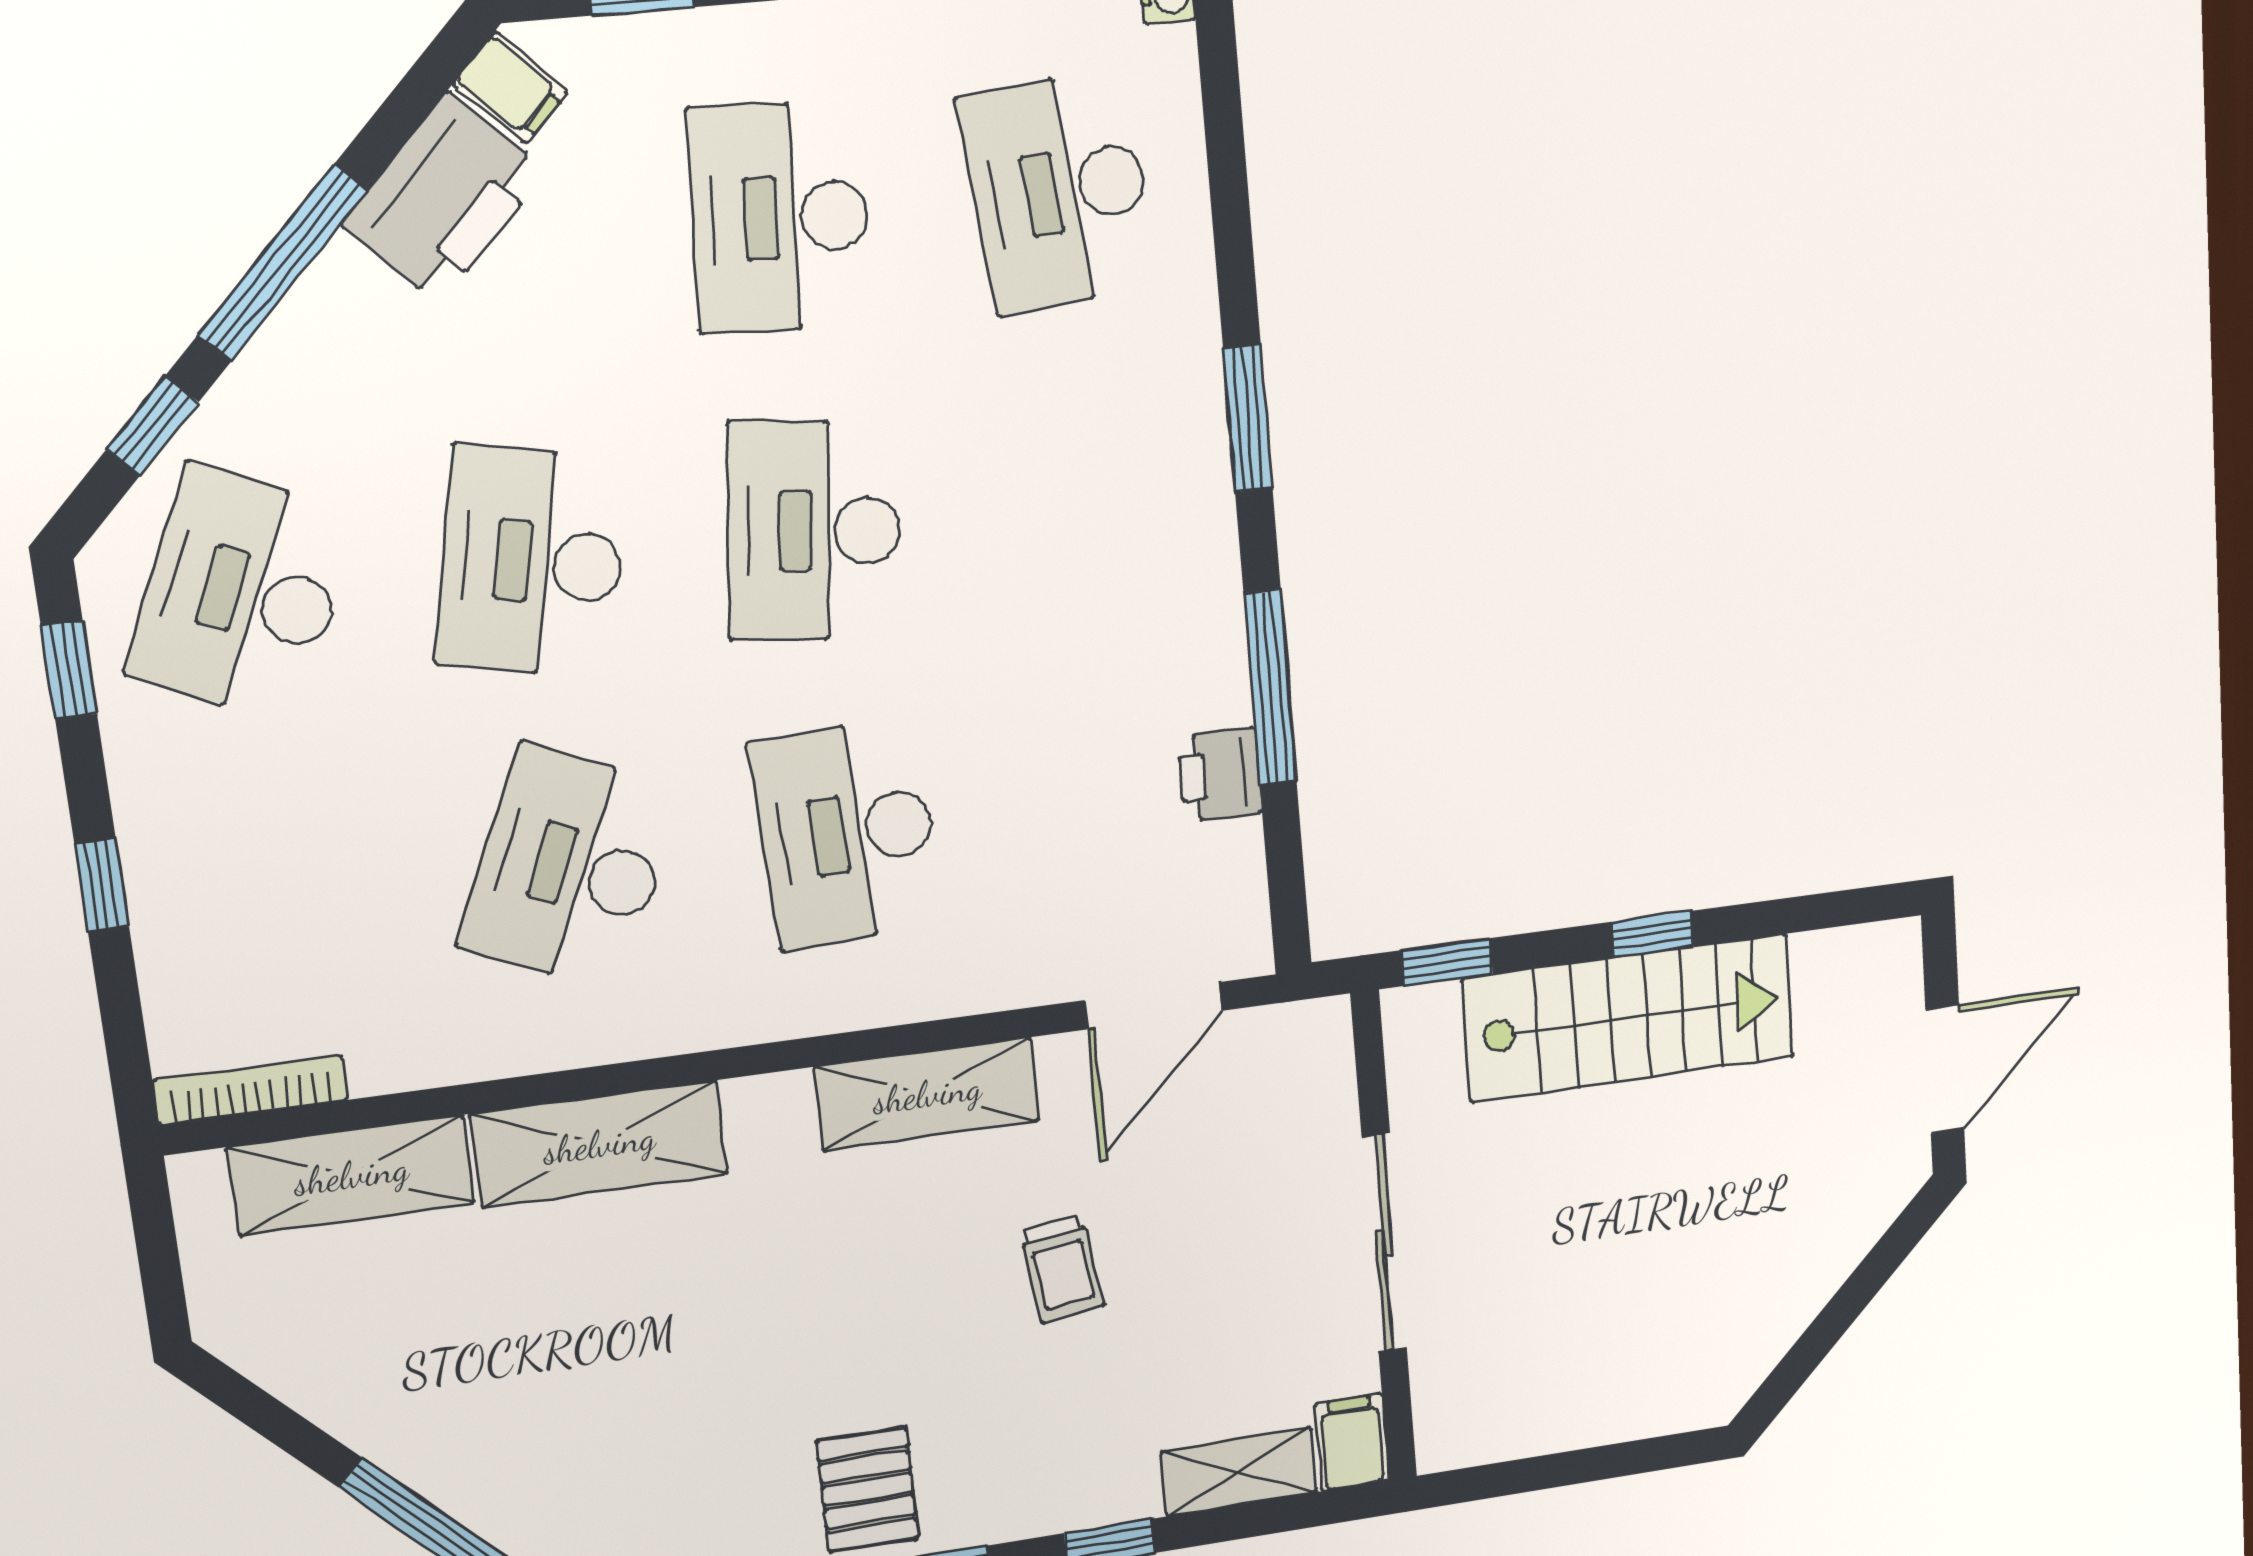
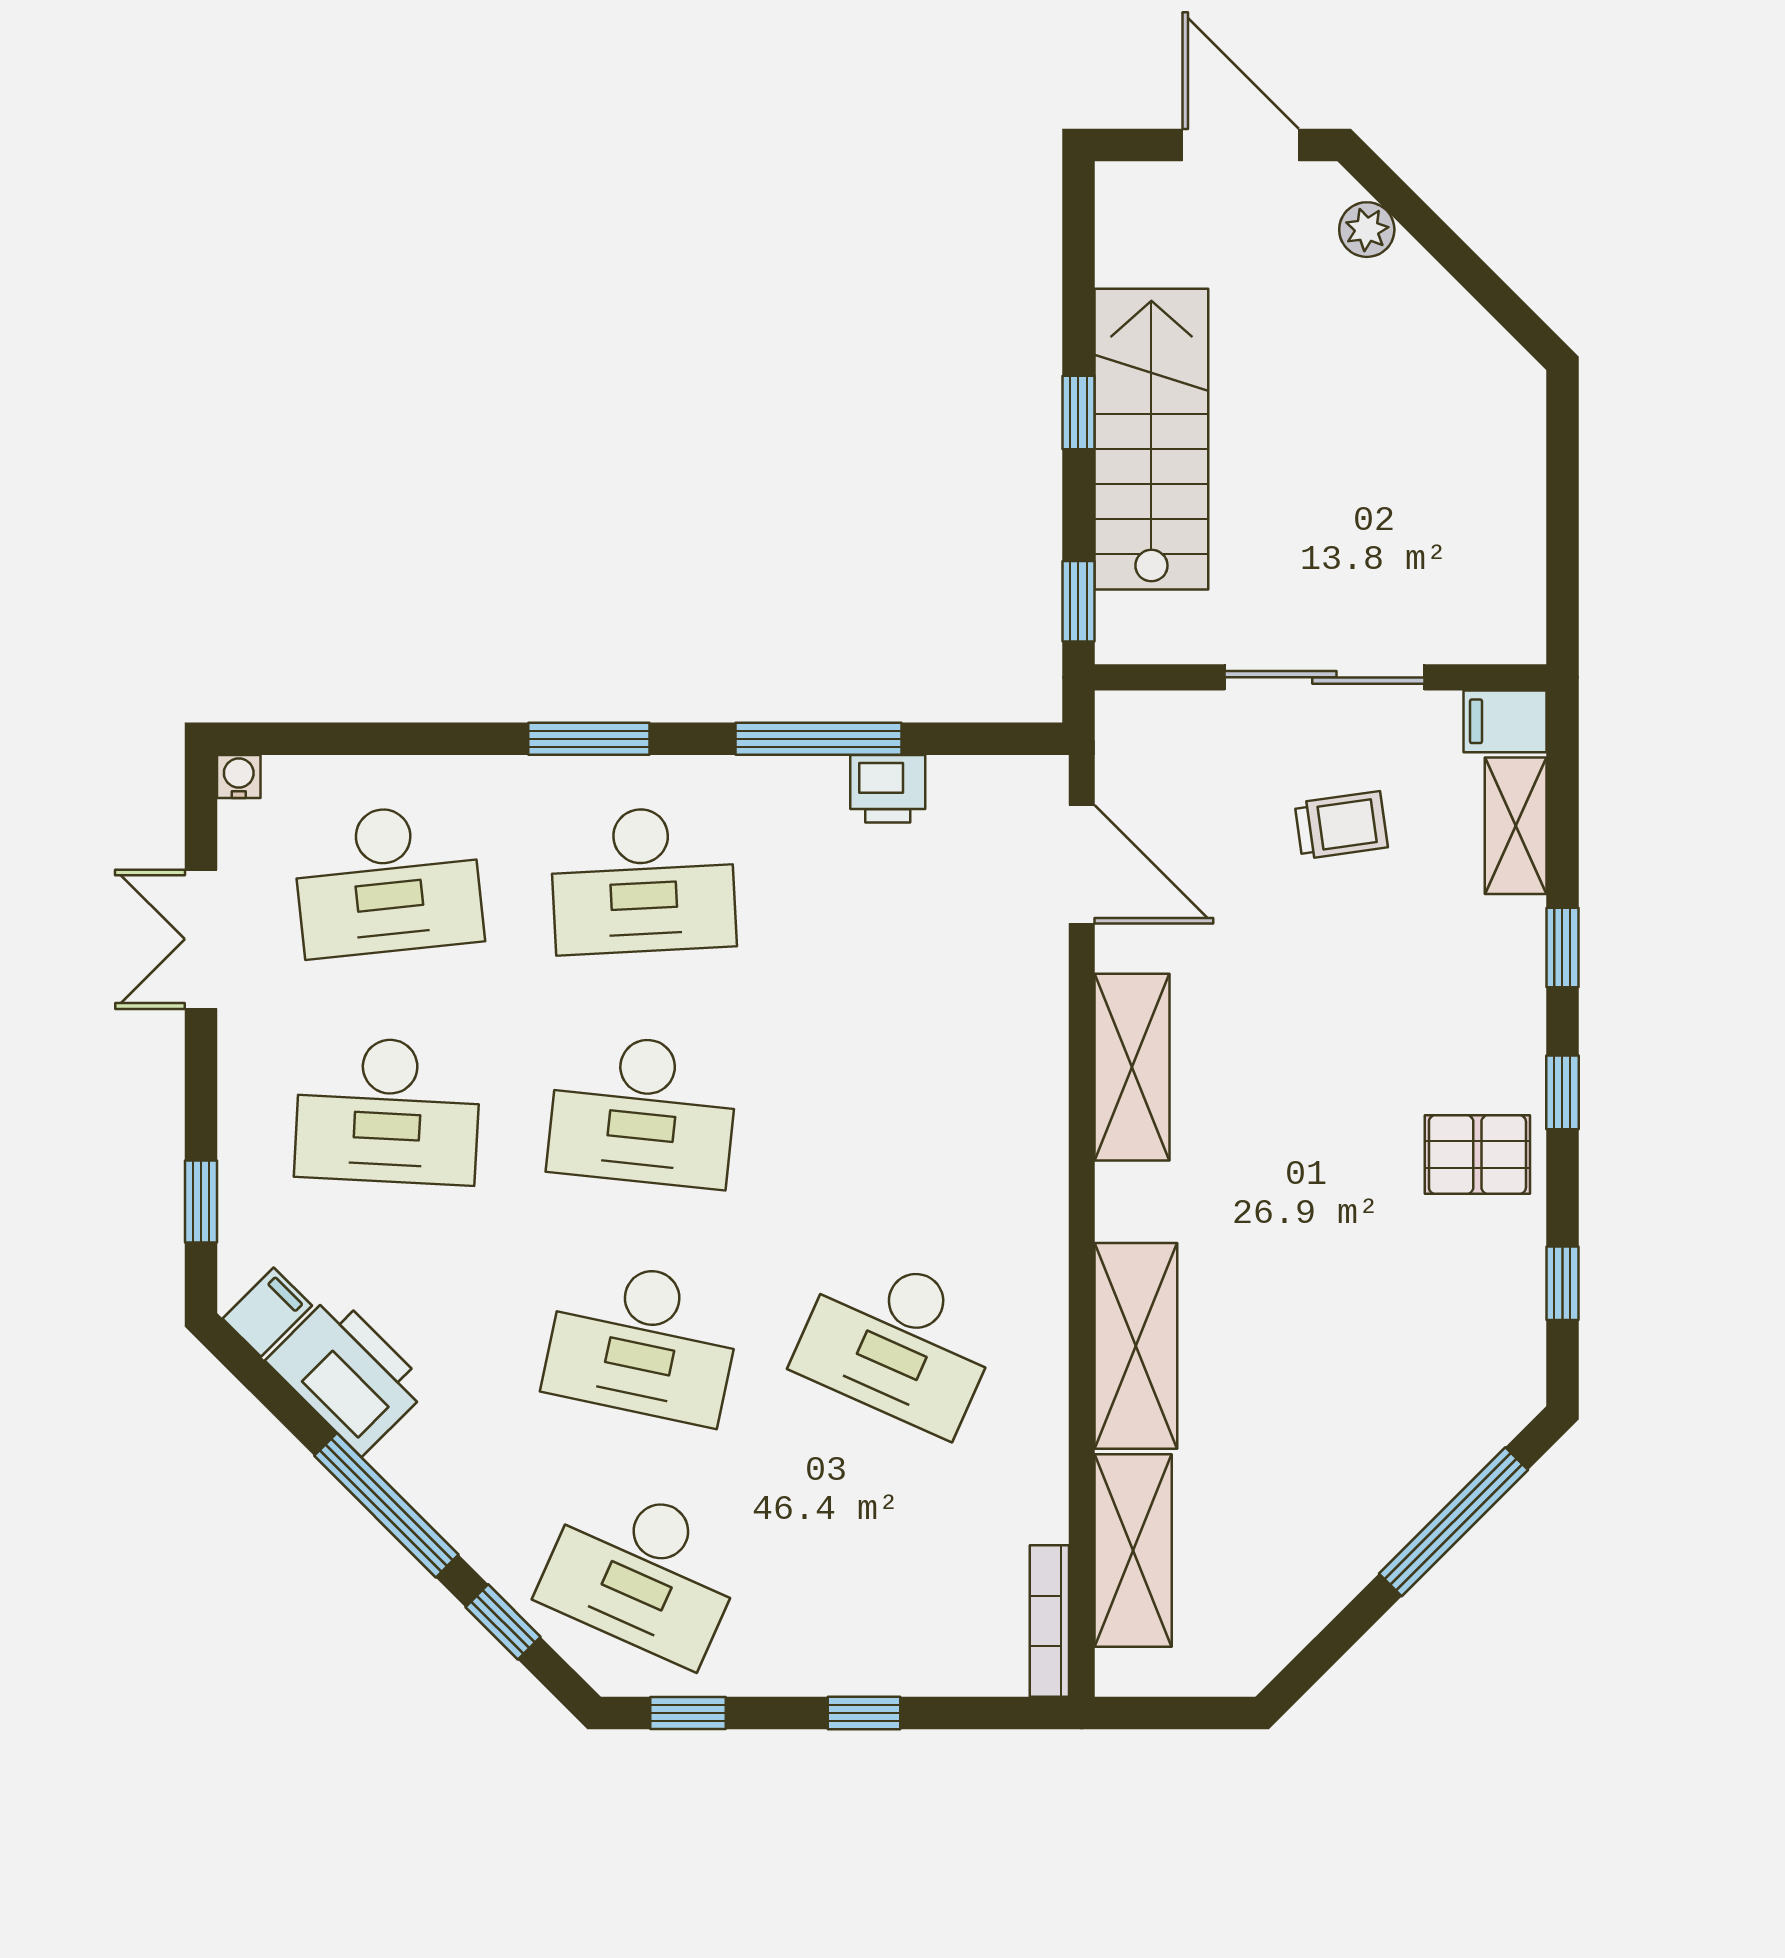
desk: (847, 833) -> (643, 880), moved
plant: (1864, 1216) -> (1367, 230), added
trolley: (1062, 1269) -> (1341, 825), moved

